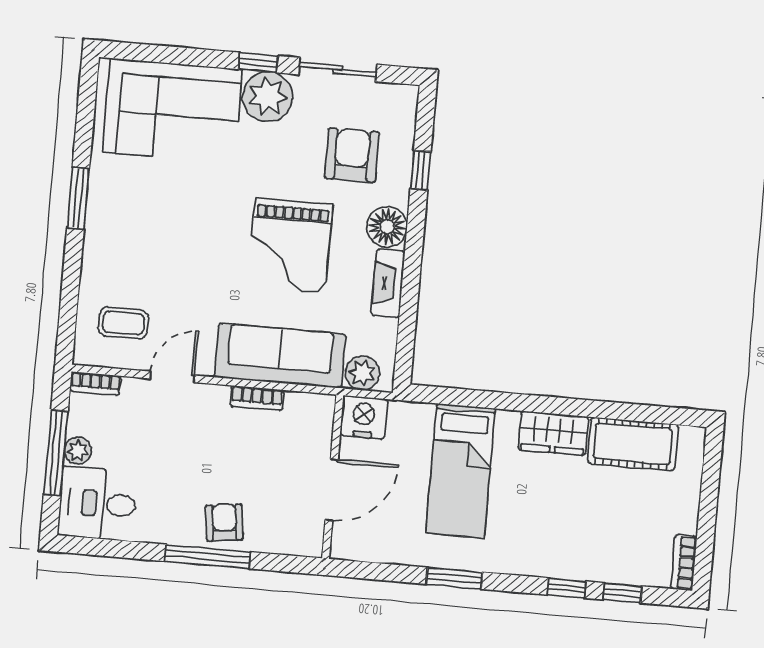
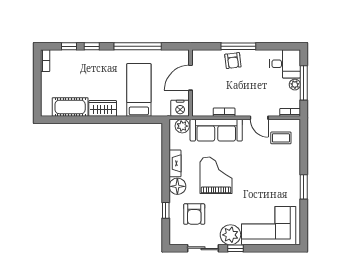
door: (172, 377) -> (259, 118), hinge flipped
window: (454, 578) -> (138, 46), width x2.11

